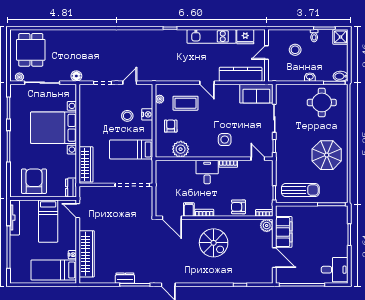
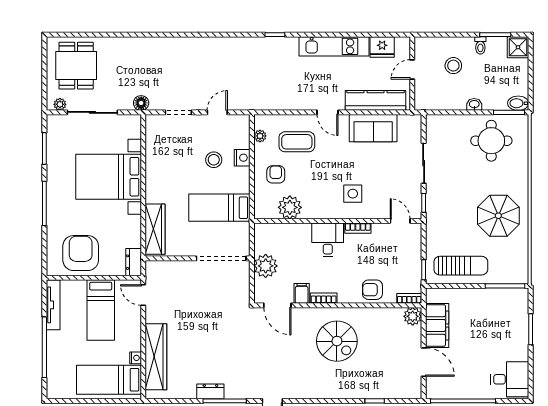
sofa: (256, 94) -> (373, 128), moved
plant: (164, 190) -> (266, 266), added

